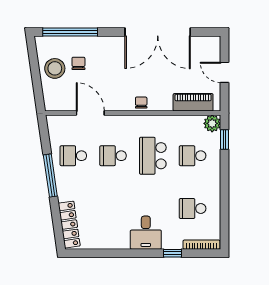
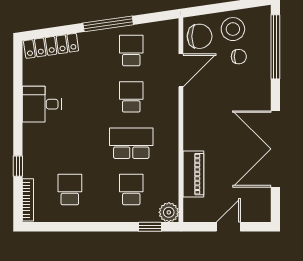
piano: (193, 102) -> (193, 174), moved
chair: (141, 103) -> (200, 36), moved, width x1.87, depth x1.87
desk: (146, 233) -> (42, 104), moved

